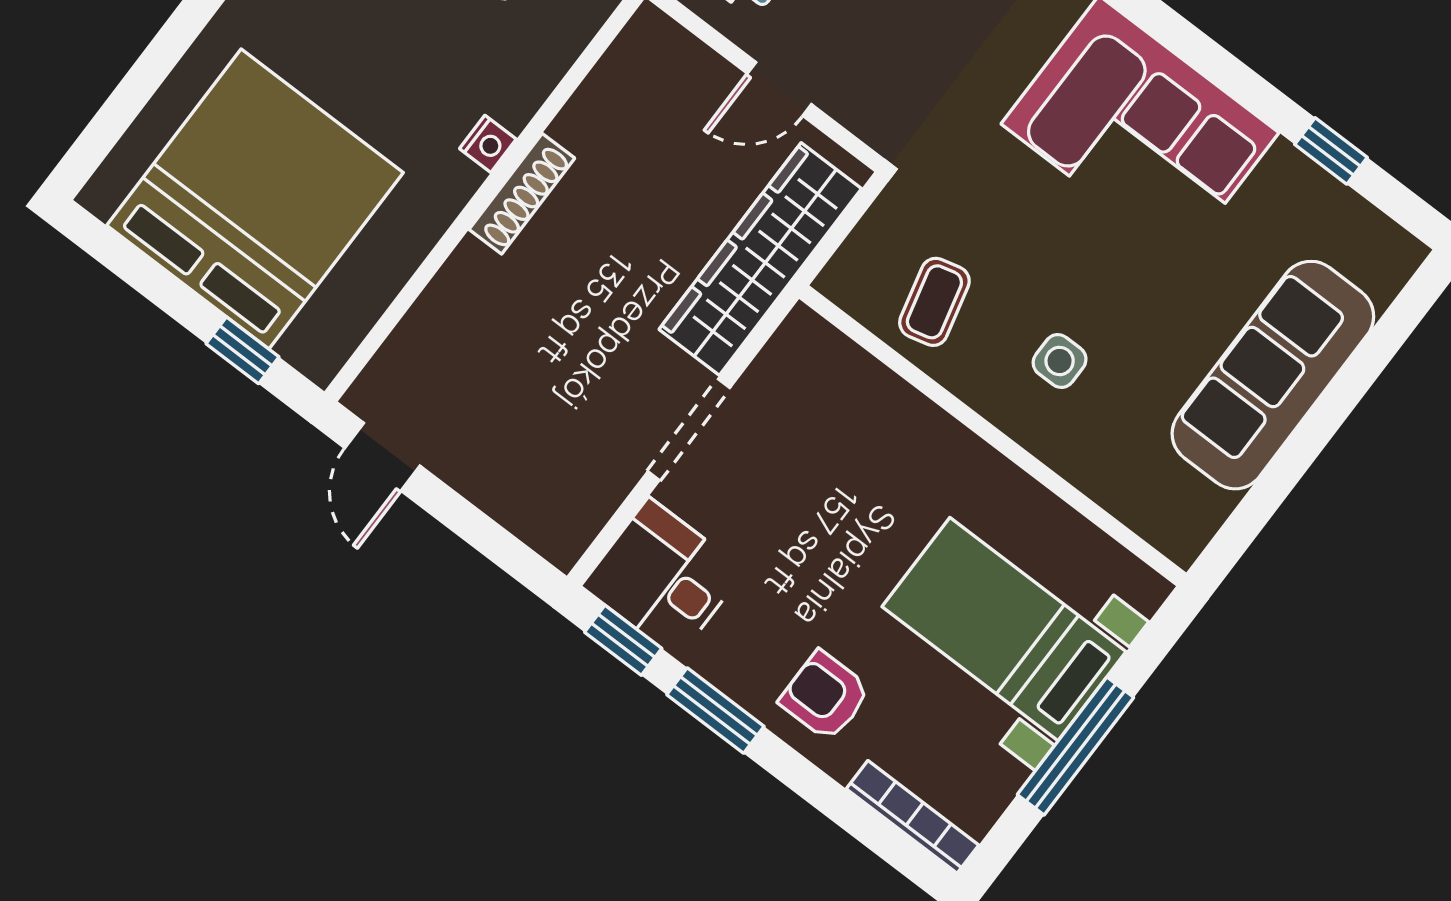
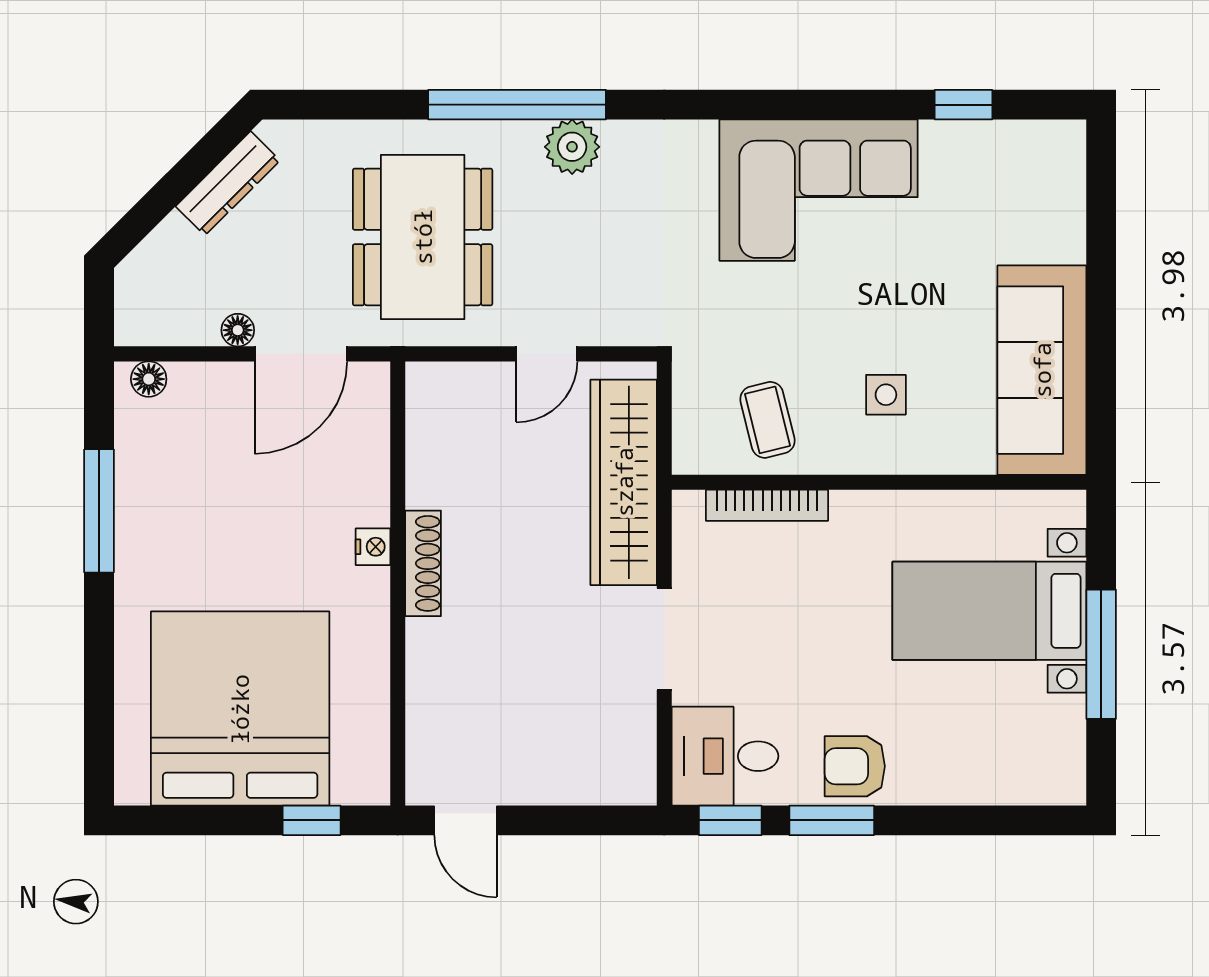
sofa: (1273, 375) -> (1042, 370), moved
armchair: (825, 696) -> (855, 766), moved
bookcase: (913, 817) -> (767, 505), moved, turned 180

